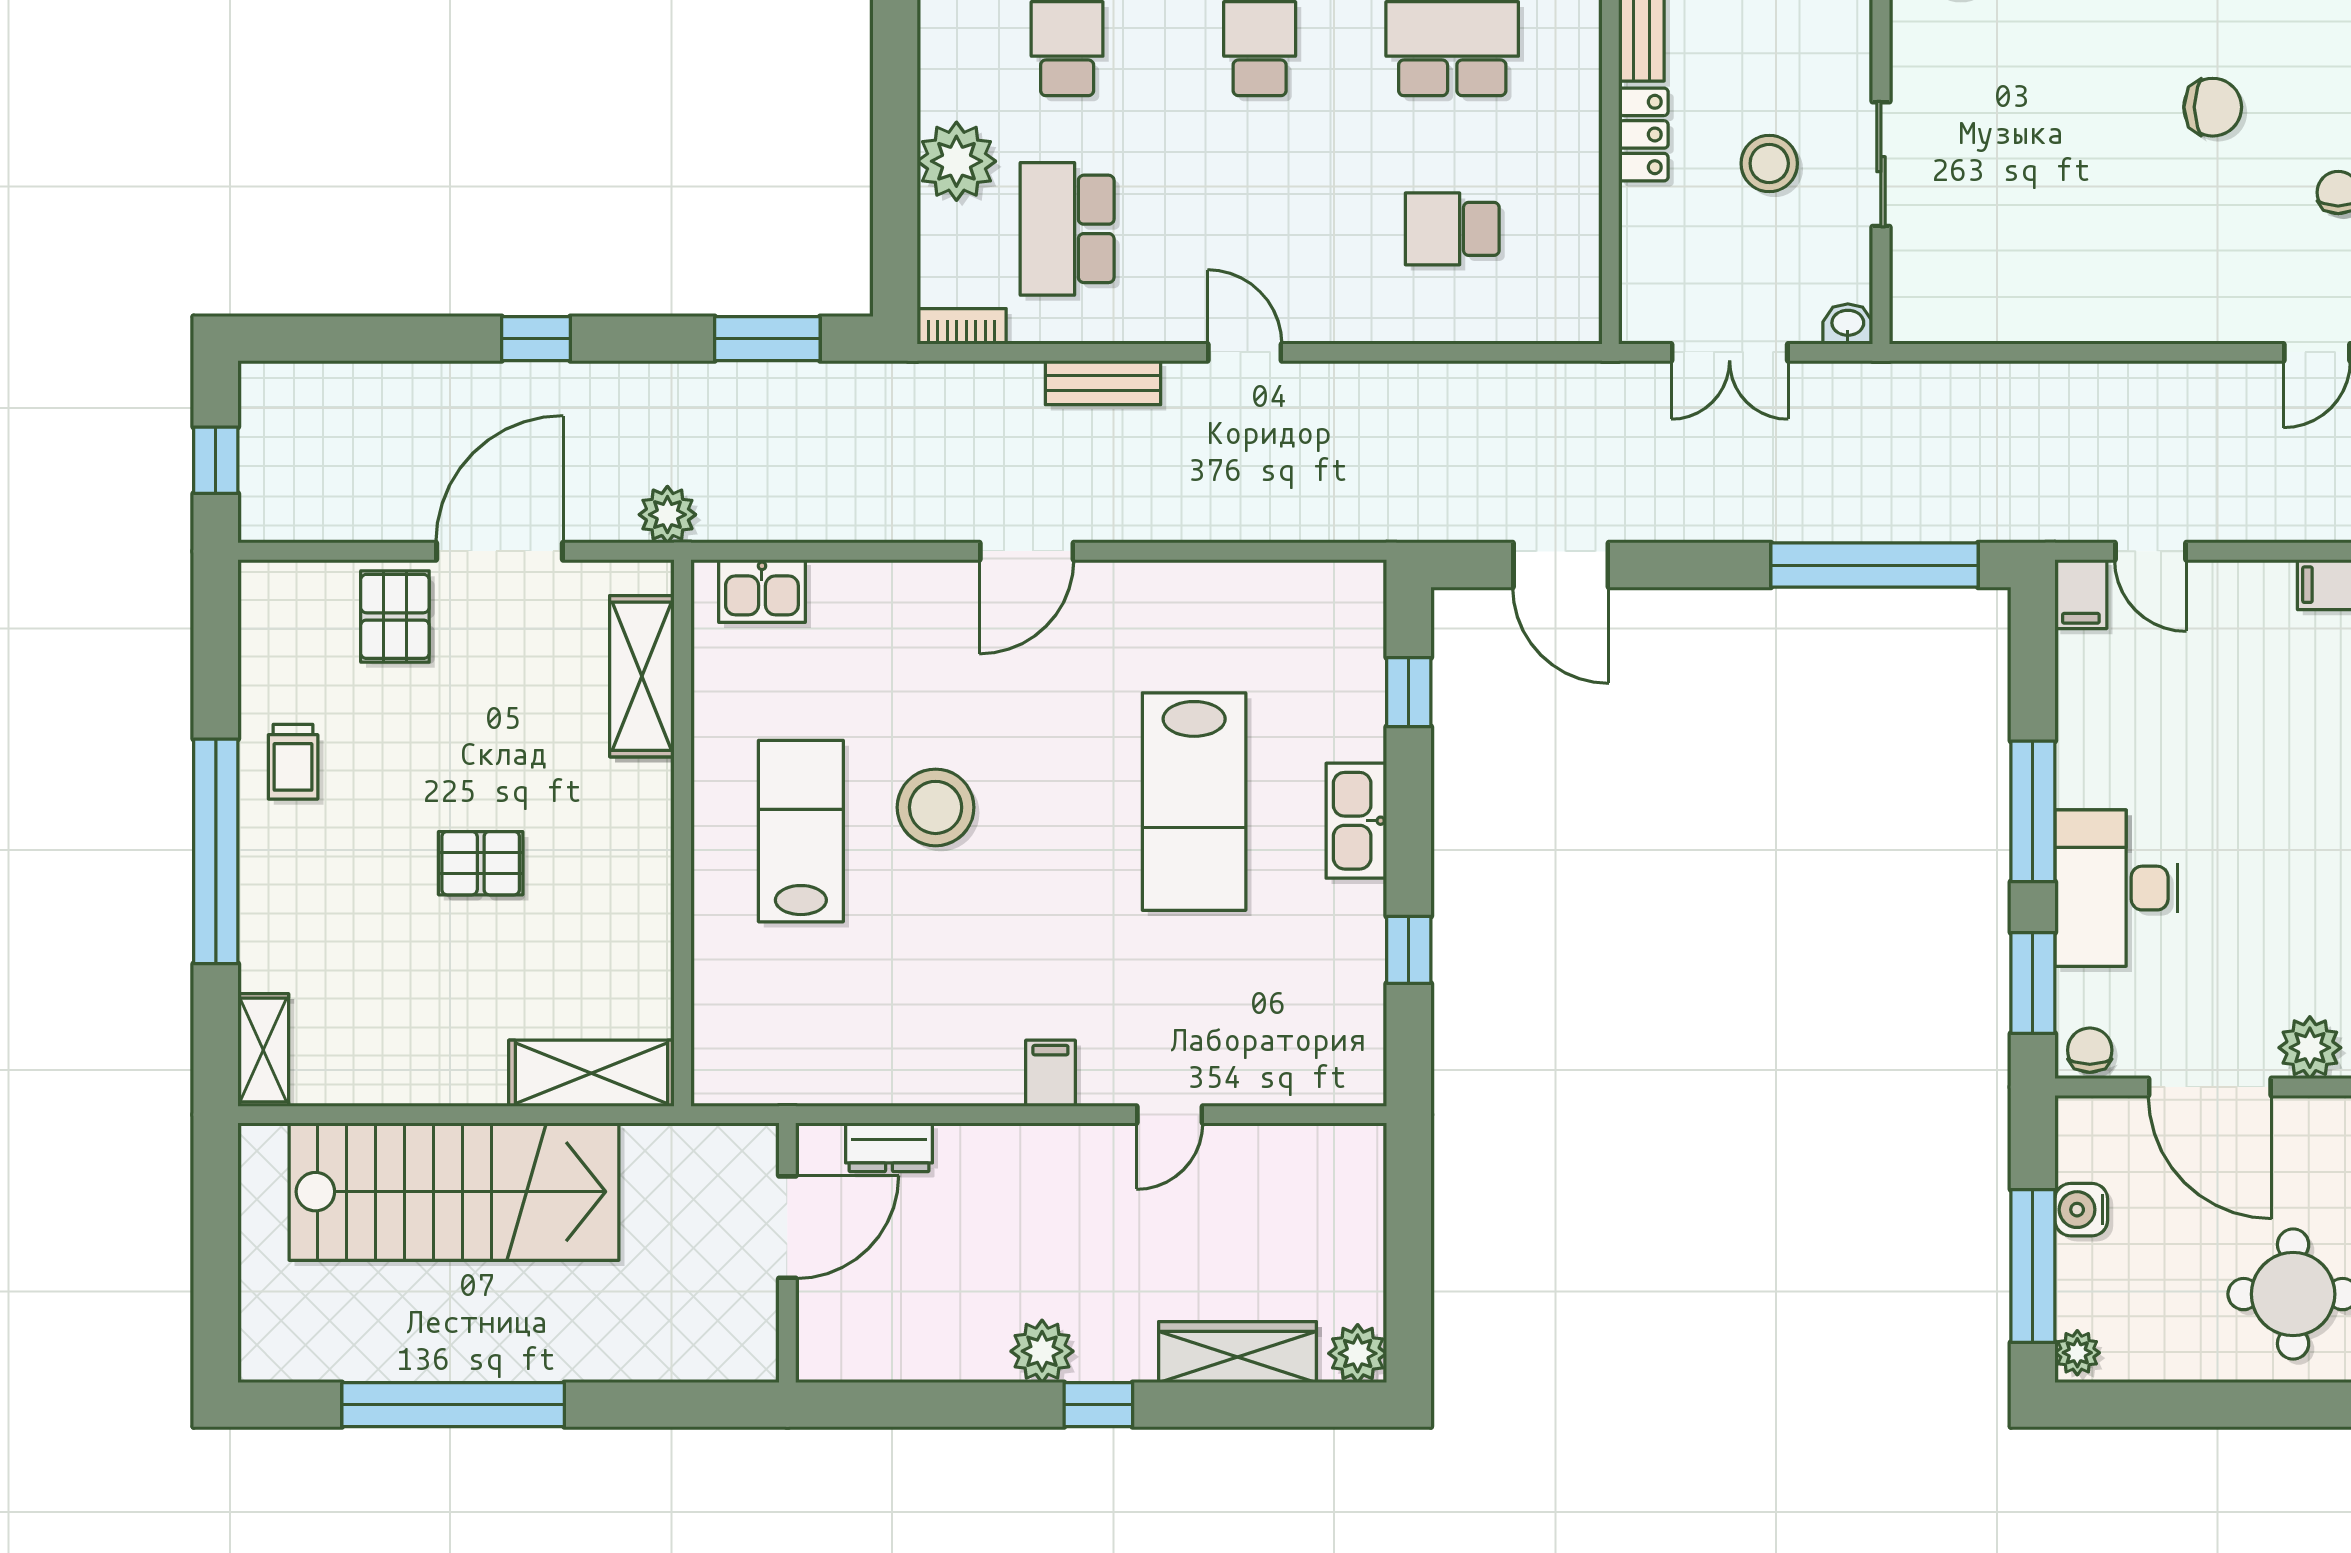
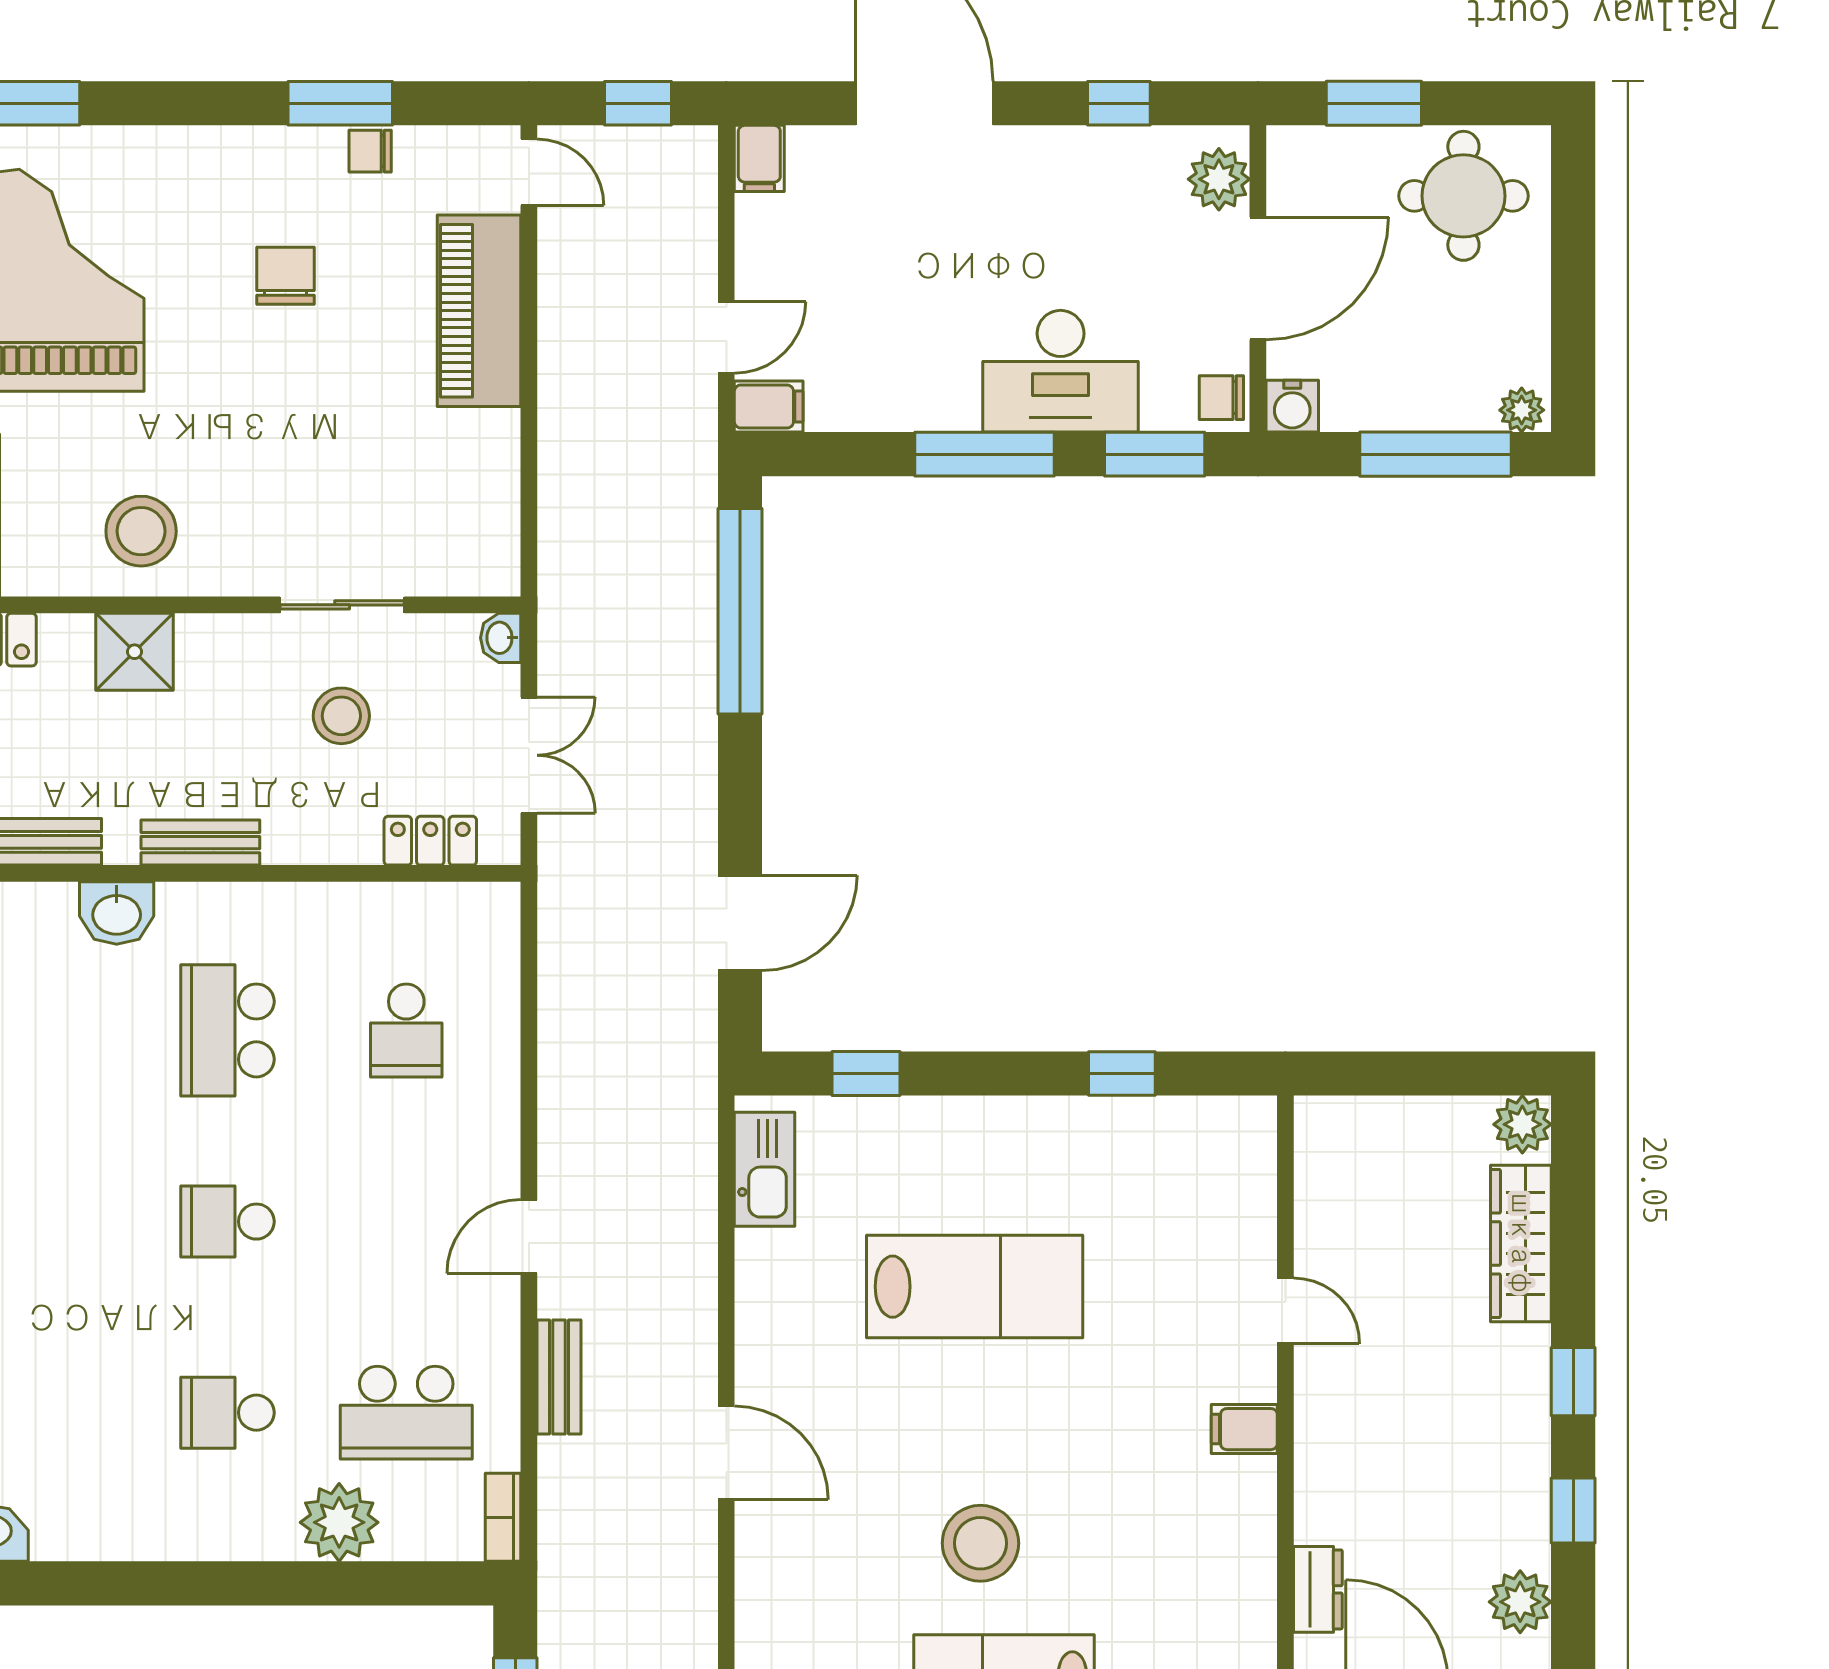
locker: (1643, 134) -> (430, 841), moved
piano: (2177, 302) -> (479, 311), added
kitchen sink: (1356, 821) -> (765, 1169), moved, turned -90
water cooler: (2081, 1210) -> (1292, 406), moved
plant: (1042, 1351) -> (1520, 1602), moved
window: (969, 1405) -> (1573, 1510), added

